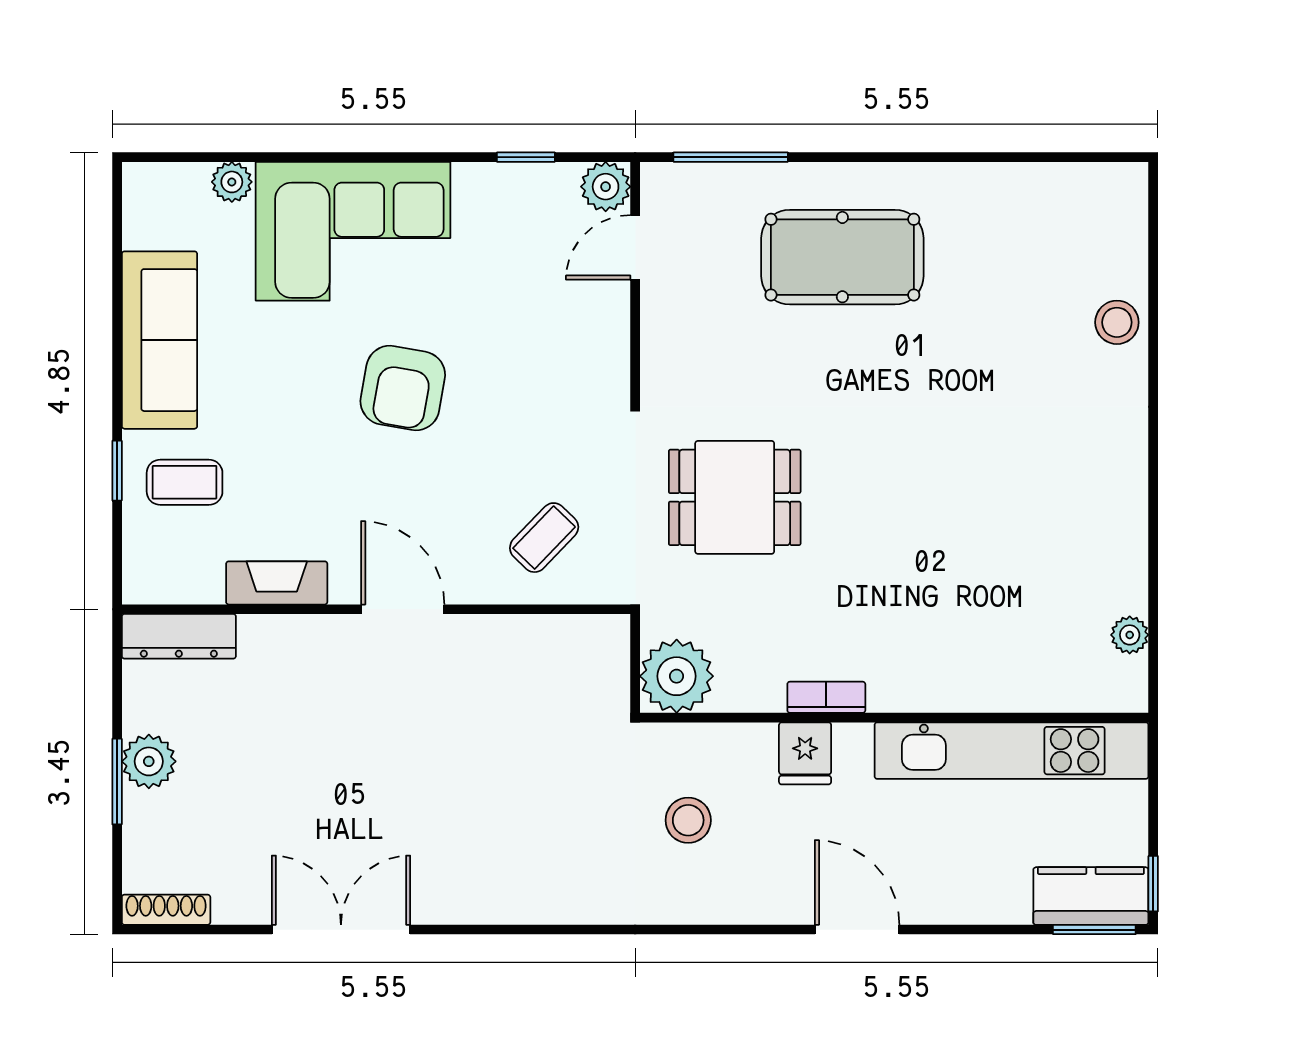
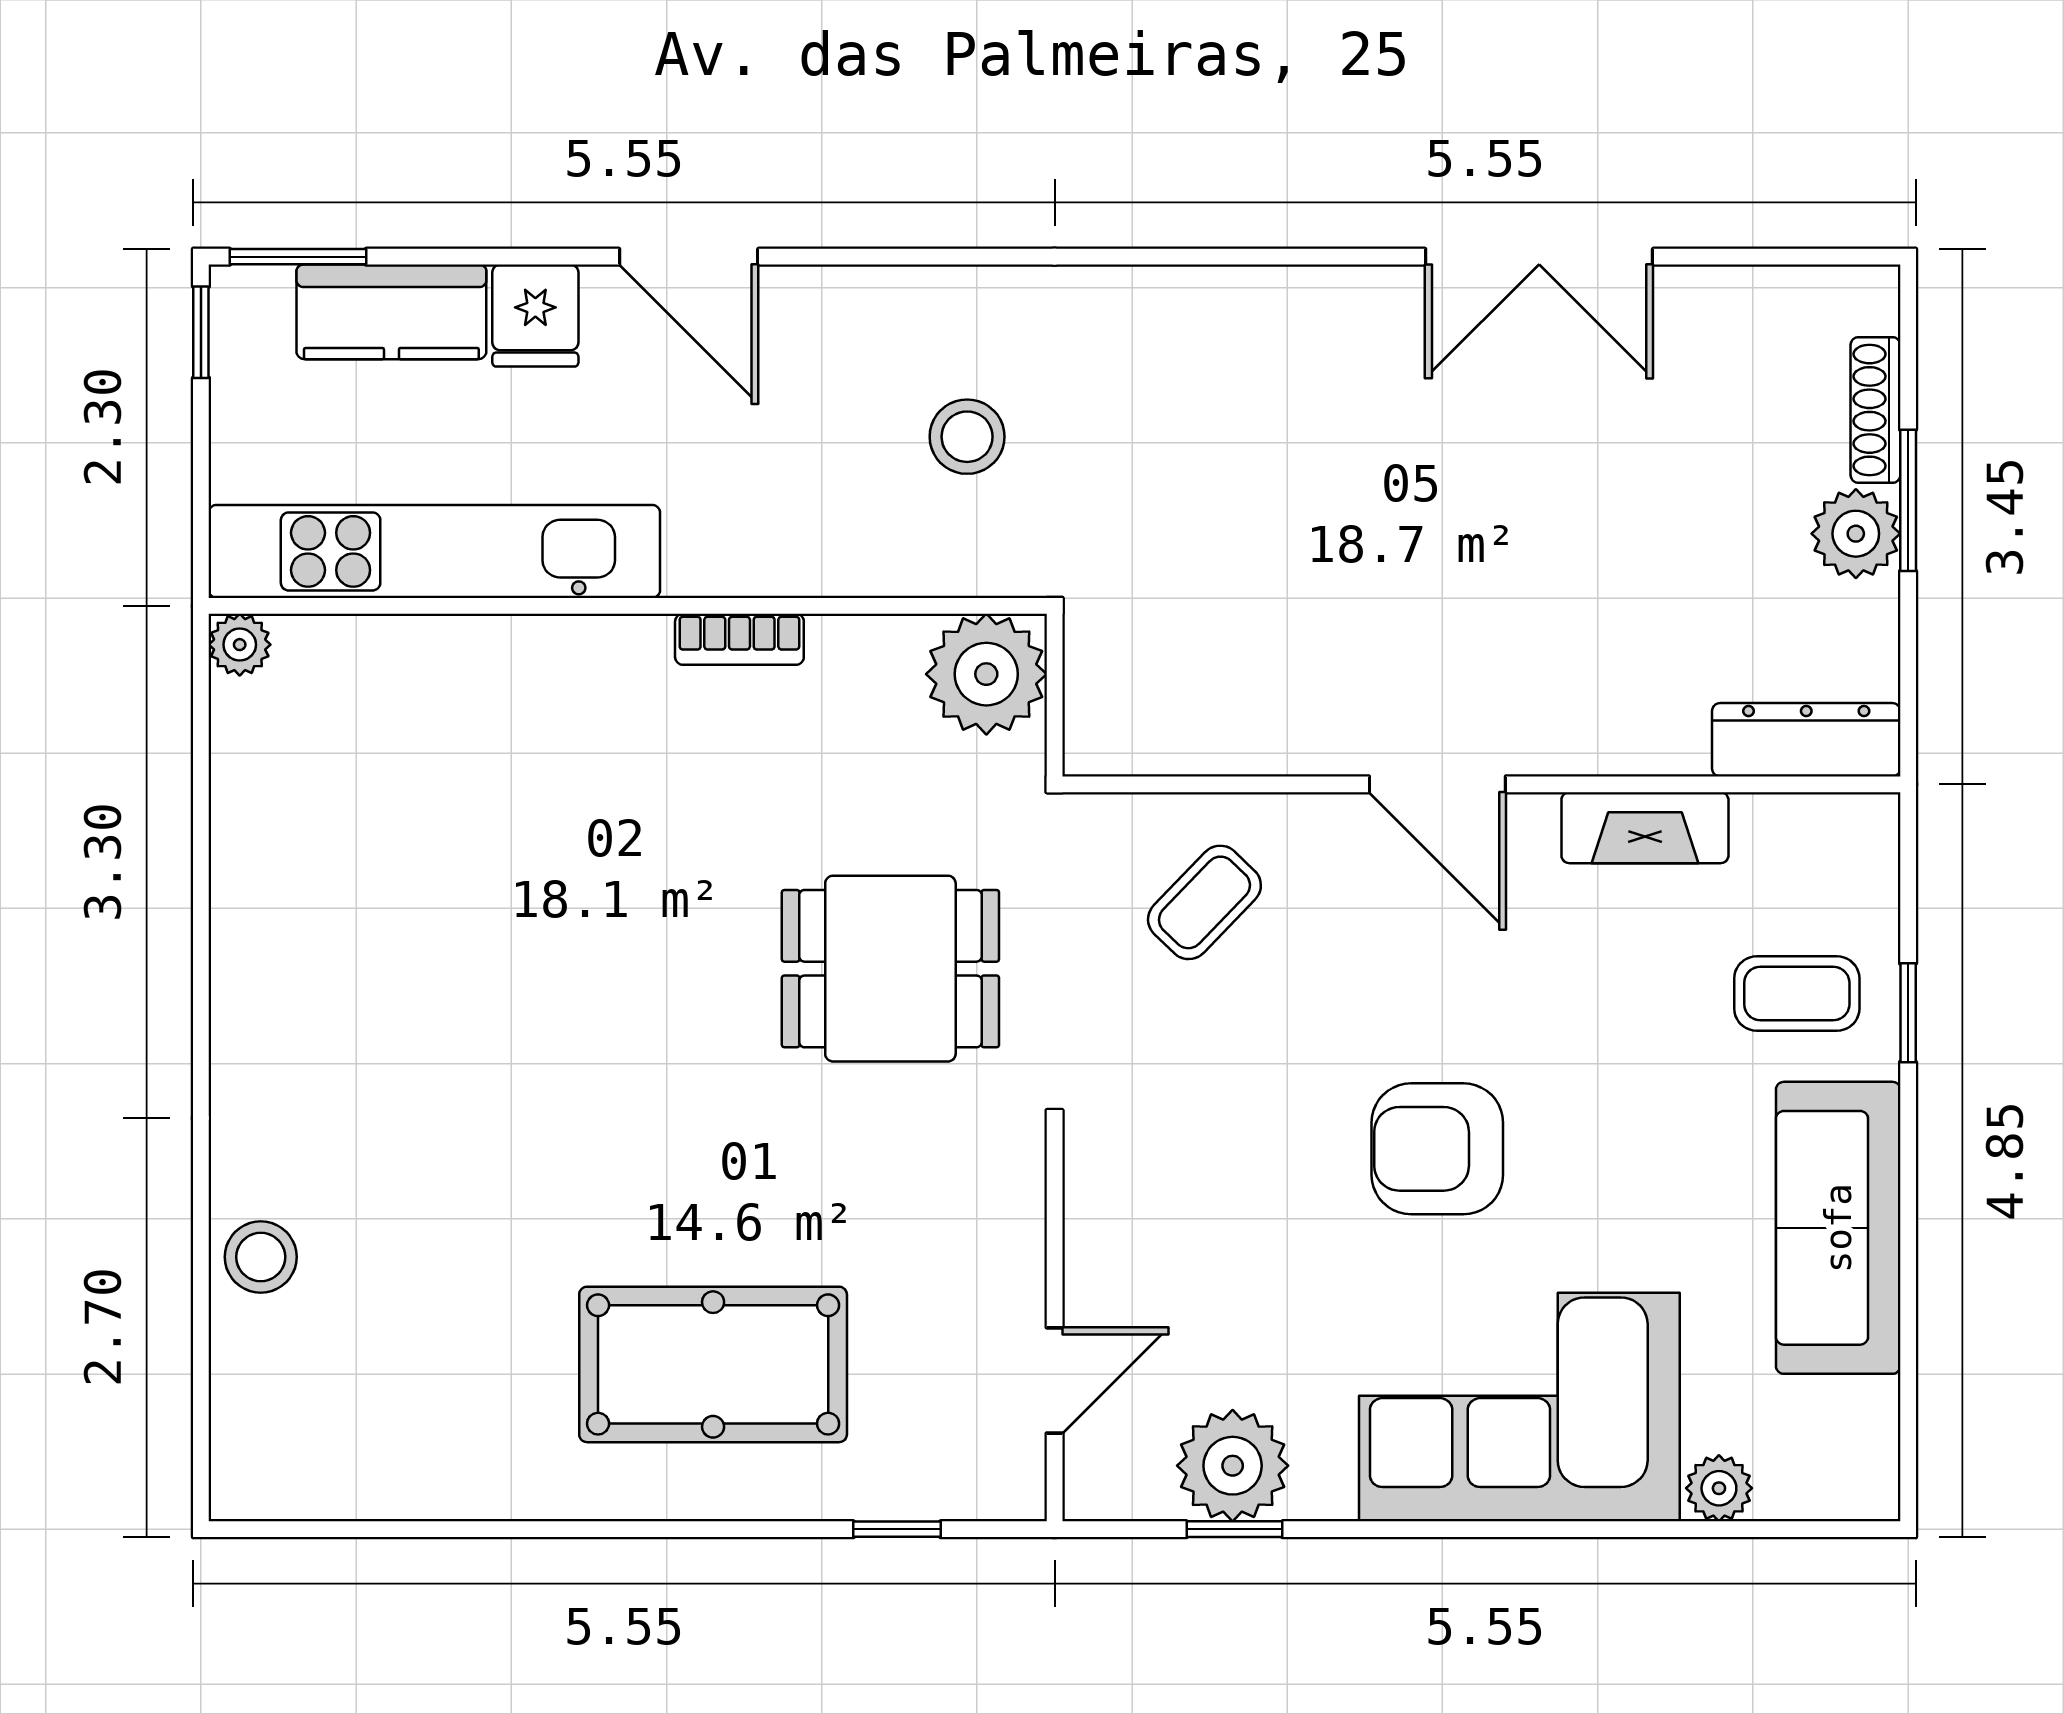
window: (731, 157) -> (897, 1529), width x0.46
plant: (606, 187) -> (1233, 1466), moved, width x1.36, depth x1.36
armchair: (403, 388) -> (1437, 1149), turned -100
plant: (1130, 635) -> (240, 645), moved
fridge: (805, 753) -> (535, 316), moved, turned 180
kitchen counter: (1091, 896) -> (391, 312), moved
shoe rack: (166, 910) -> (1875, 410), moved, turned 90

